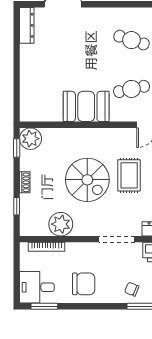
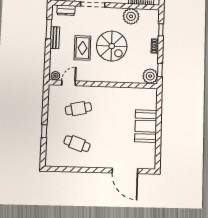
dresser: (27, 25) -> (151, 156), removed
booth: (86, 106) -> (146, 126), moved, turned 90
spiral stairs: (87, 180) -> (112, 46), turned 180

